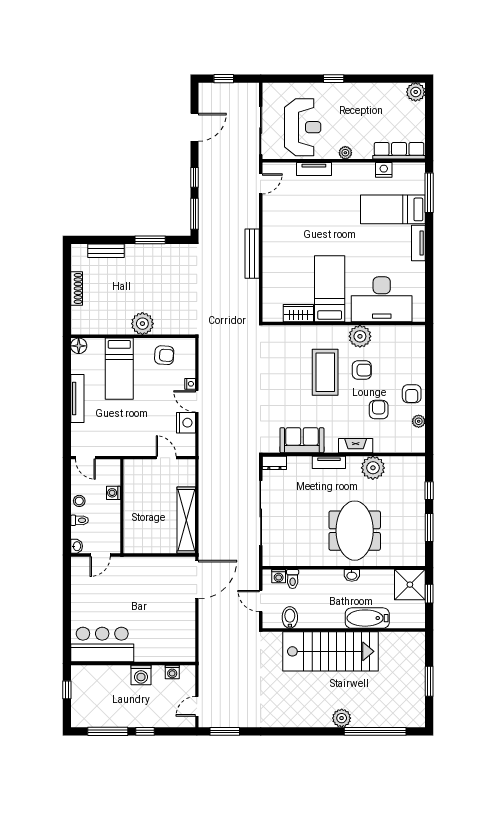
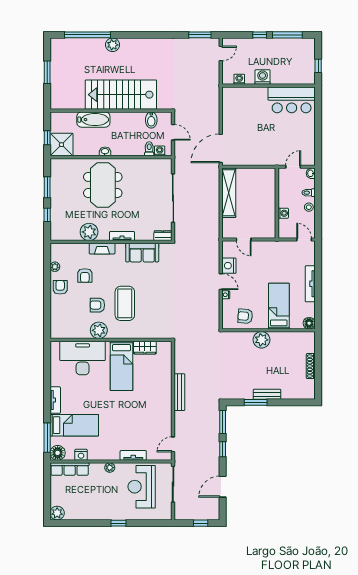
floor lamp: (415, 172) -> (58, 453), added
bench: (106, 251) -> (267, 394), moved

